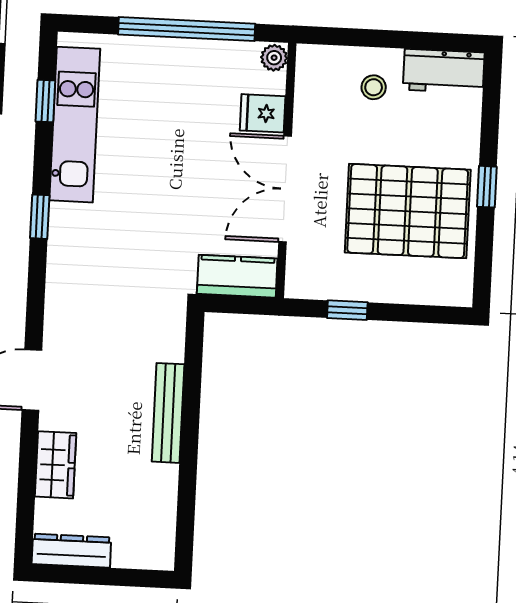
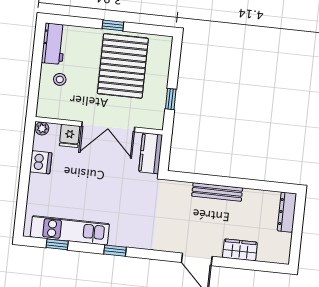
window: (187, 29) -> (25, 172), removed
dishwasher: (207, 59) -> (41, 162), added
dresser: (71, 551) -> (287, 212), moved

